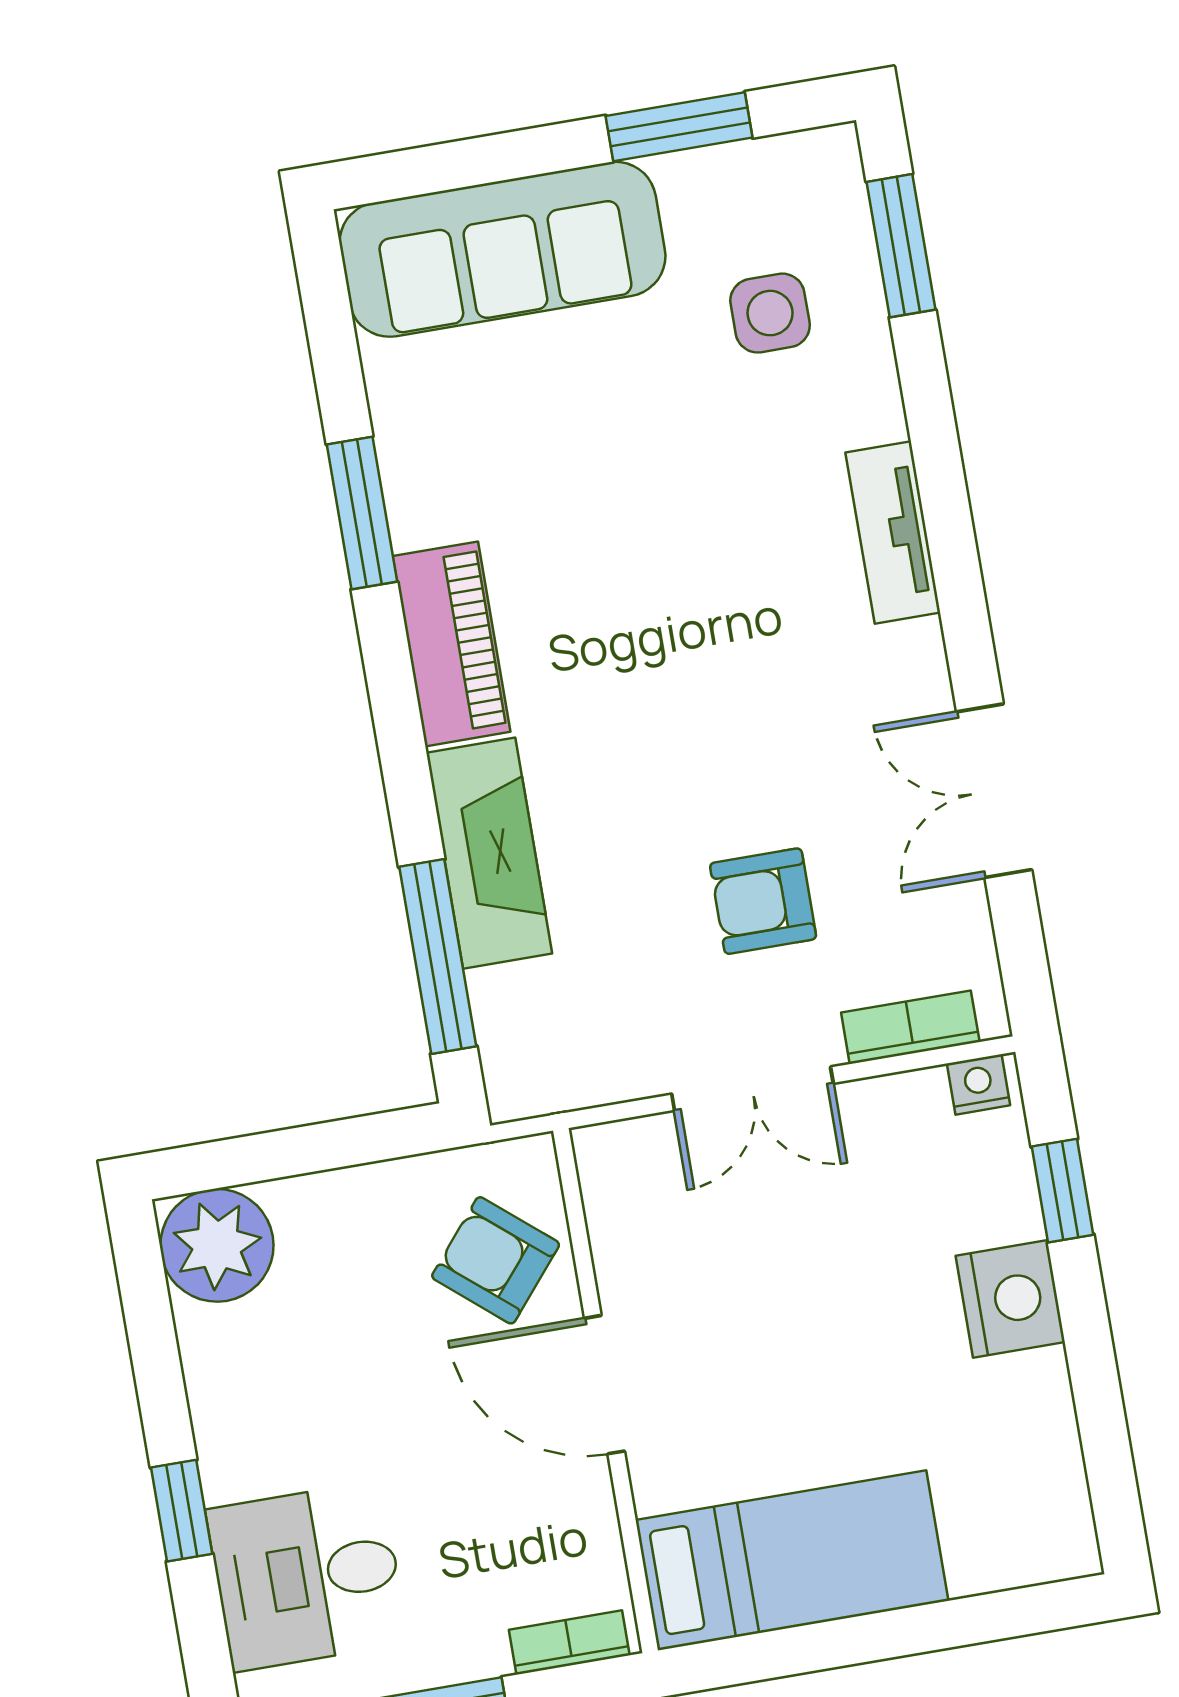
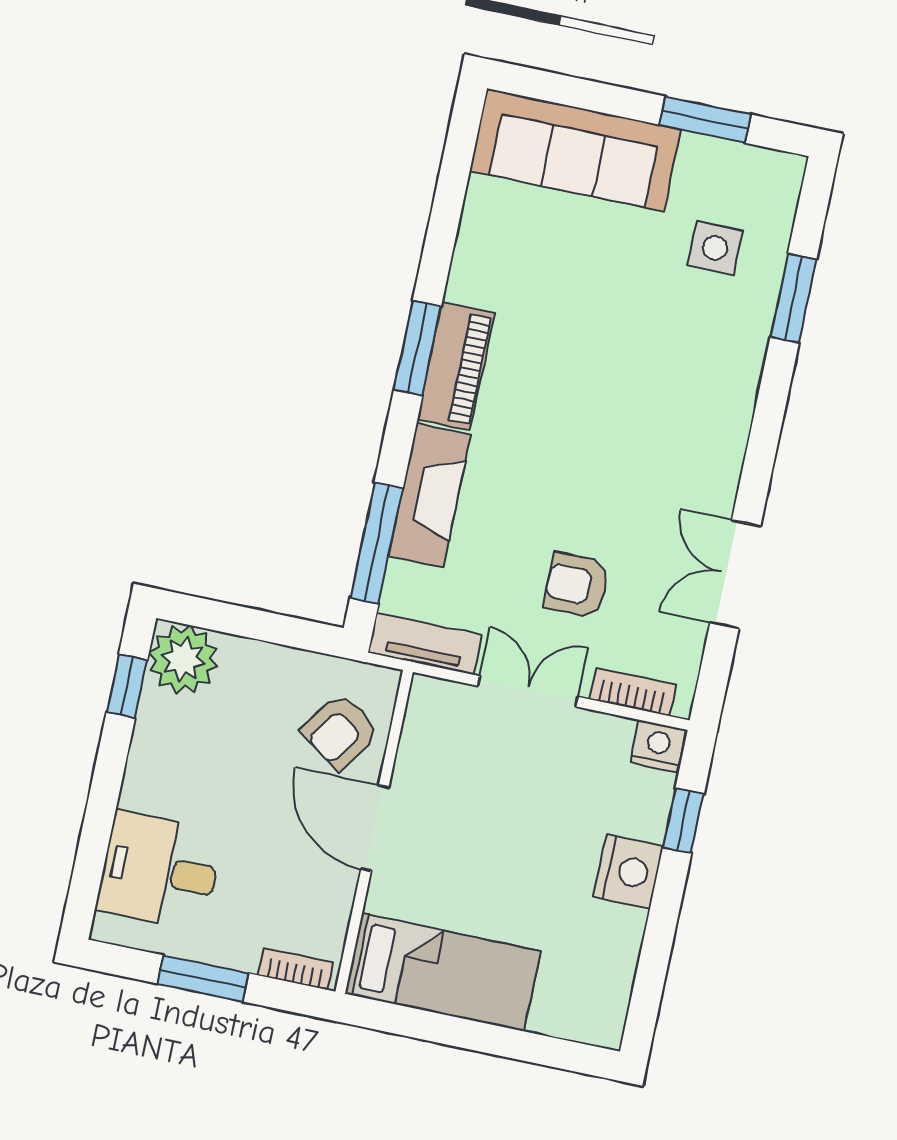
window: (901, 246) -> (793, 298), moved
window: (362, 513) -> (417, 348), moved
tv unit: (893, 533) -> (425, 644), moved, turned 90
nightstand: (979, 1084) -> (658, 746), width x1.39, depth x1.35
double door: (752, 1089) -> (528, 691), swing flipped
armchair: (496, 1260) -> (340, 732), turned -95
window: (182, 1511) -> (127, 686), moved

